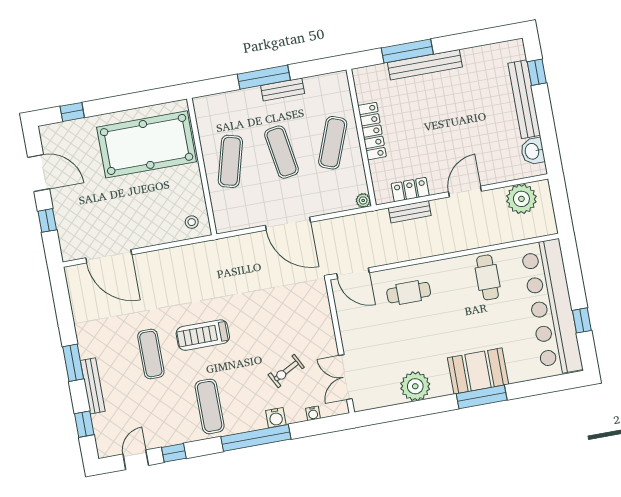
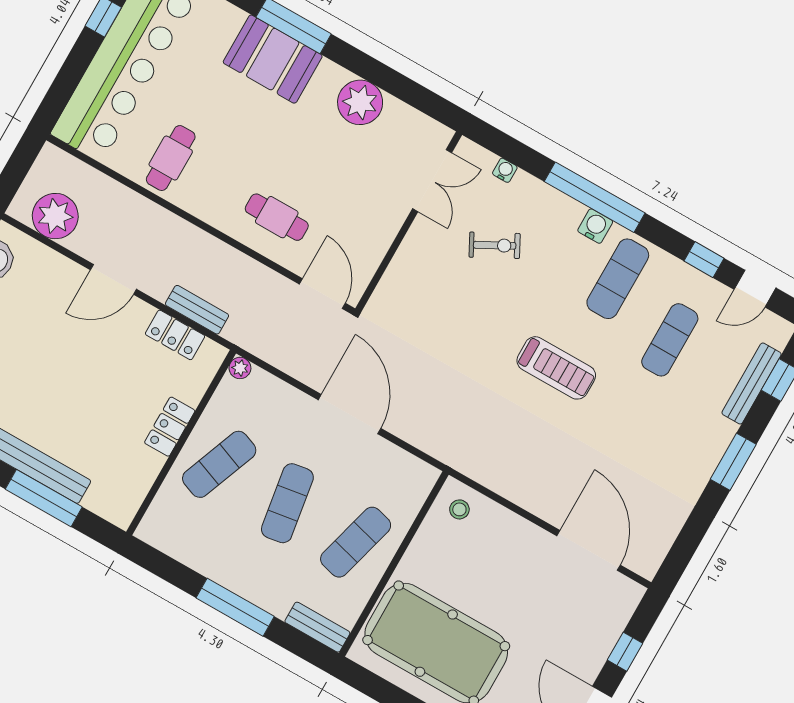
bench: (283, 89) -> (317, 627), moved
locker: (372, 131) -> (170, 427), width x0.66
exercise mat: (151, 354) -> (670, 340), moved
bench: (93, 386) -> (752, 383), moved
water cooler: (276, 418) -> (595, 226), moved

